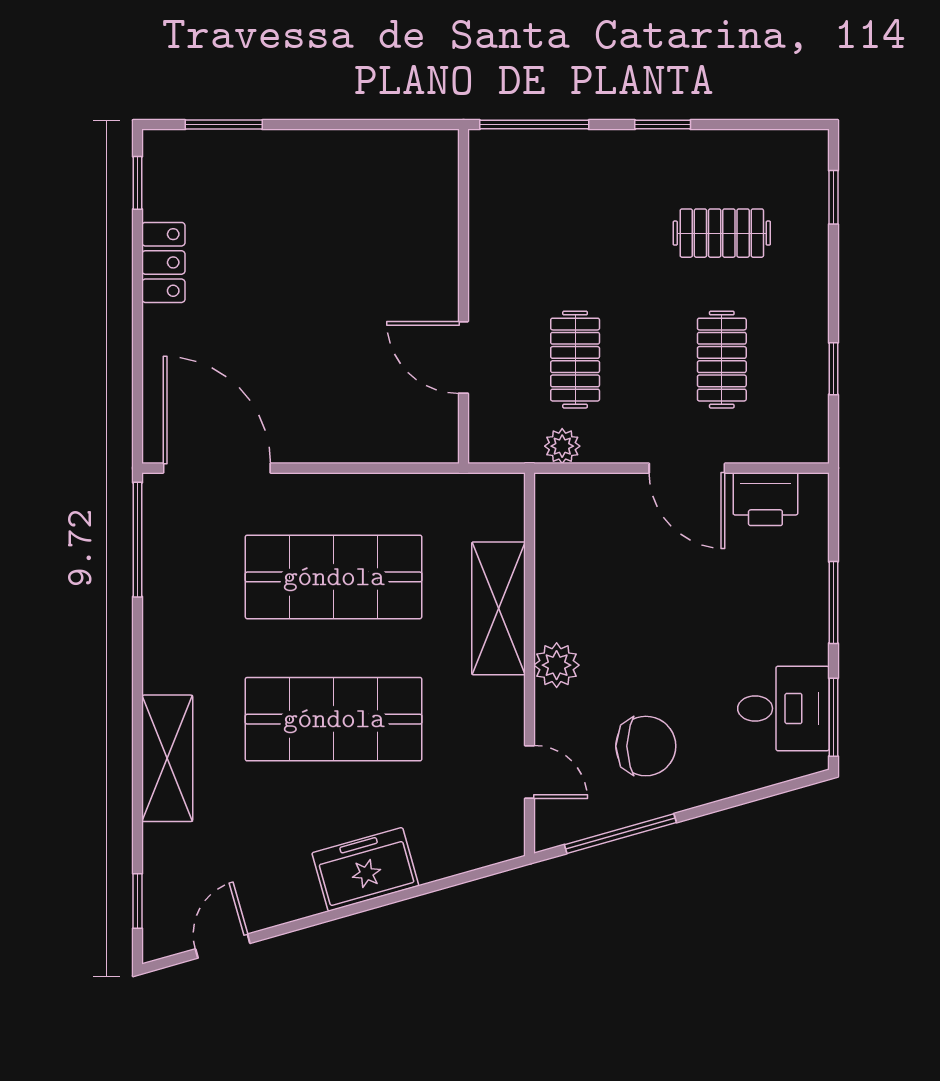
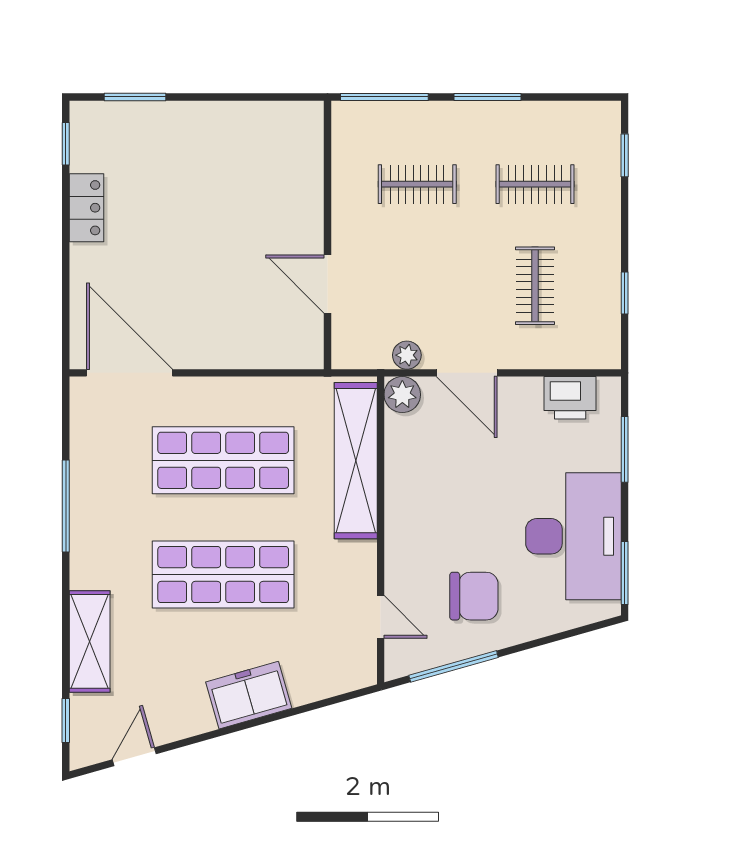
window: (663, 125) -> (487, 97), width x1.50
clothes rail: (575, 360) -> (417, 184), moved, turned 90
door: (687, 468) -> (467, 373), moved
window: (138, 540) -> (66, 506), moved
window: (833, 602) -> (625, 449), moved
shelving: (498, 608) -> (356, 461), width x1.47
plant: (557, 665) -> (402, 395), moved
desk: (783, 708) -> (573, 536), width x1.87, depth x1.30
shelving: (167, 758) -> (90, 641), moved

